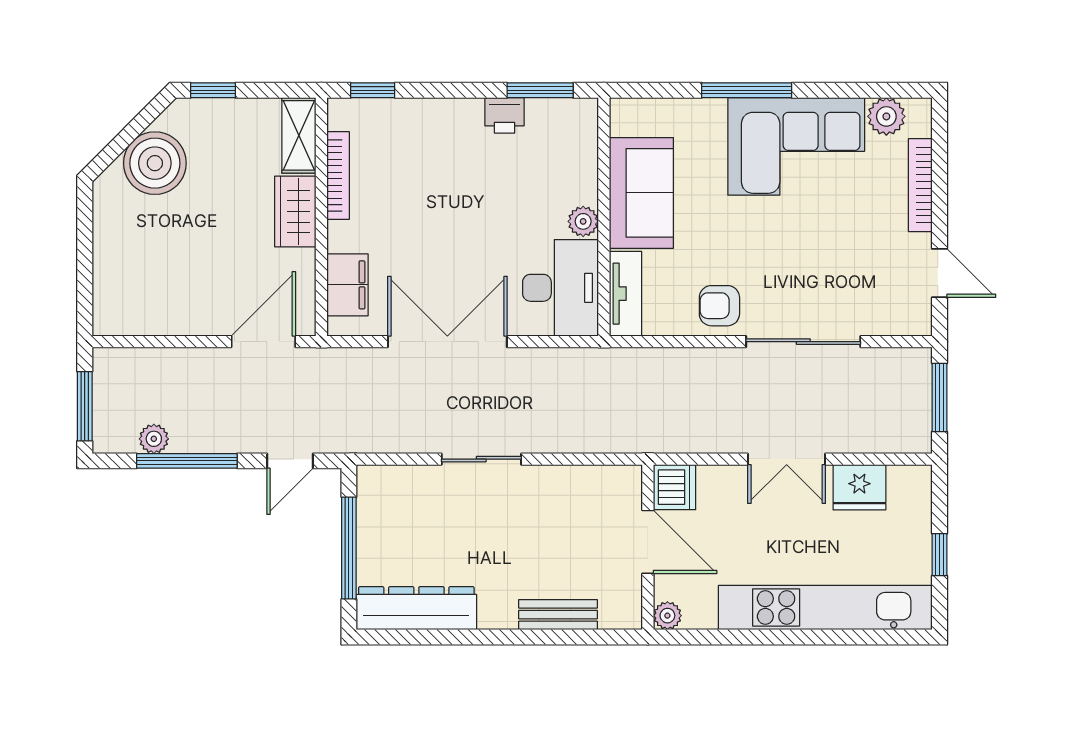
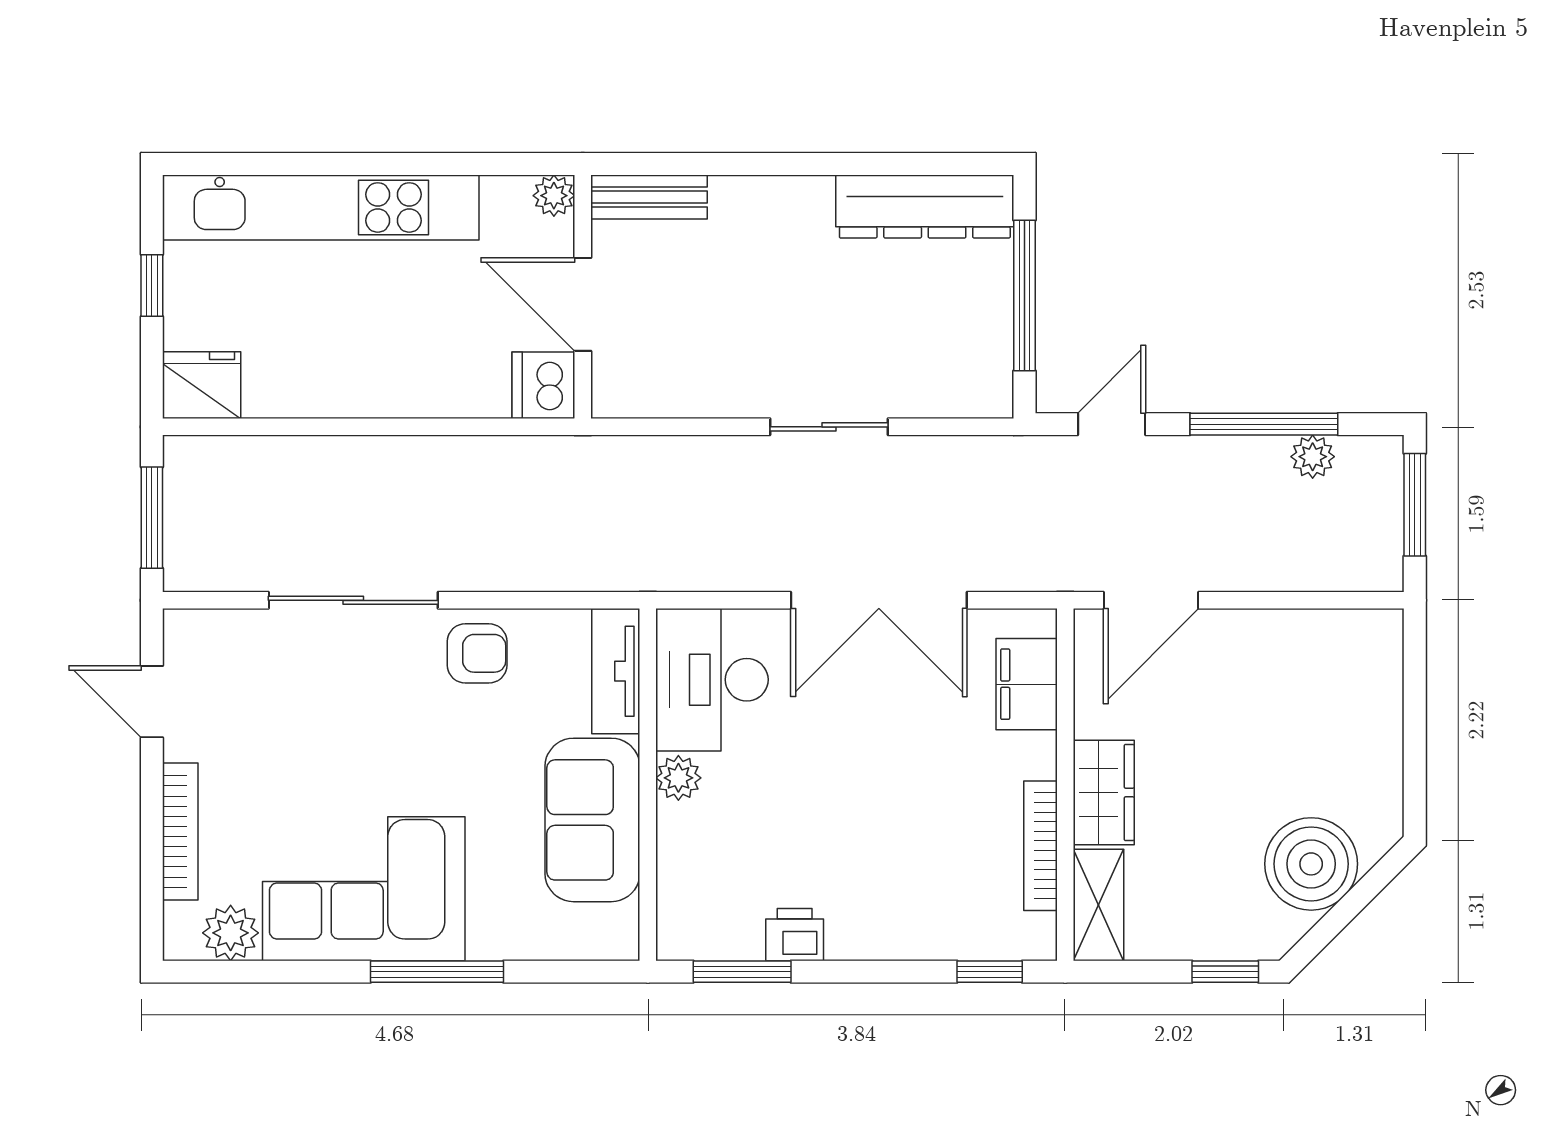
double door: (787, 459) -> (378, 427), removed
fridge: (859, 487) -> (202, 385), moved
bench: (558, 615) -> (649, 197), moved

